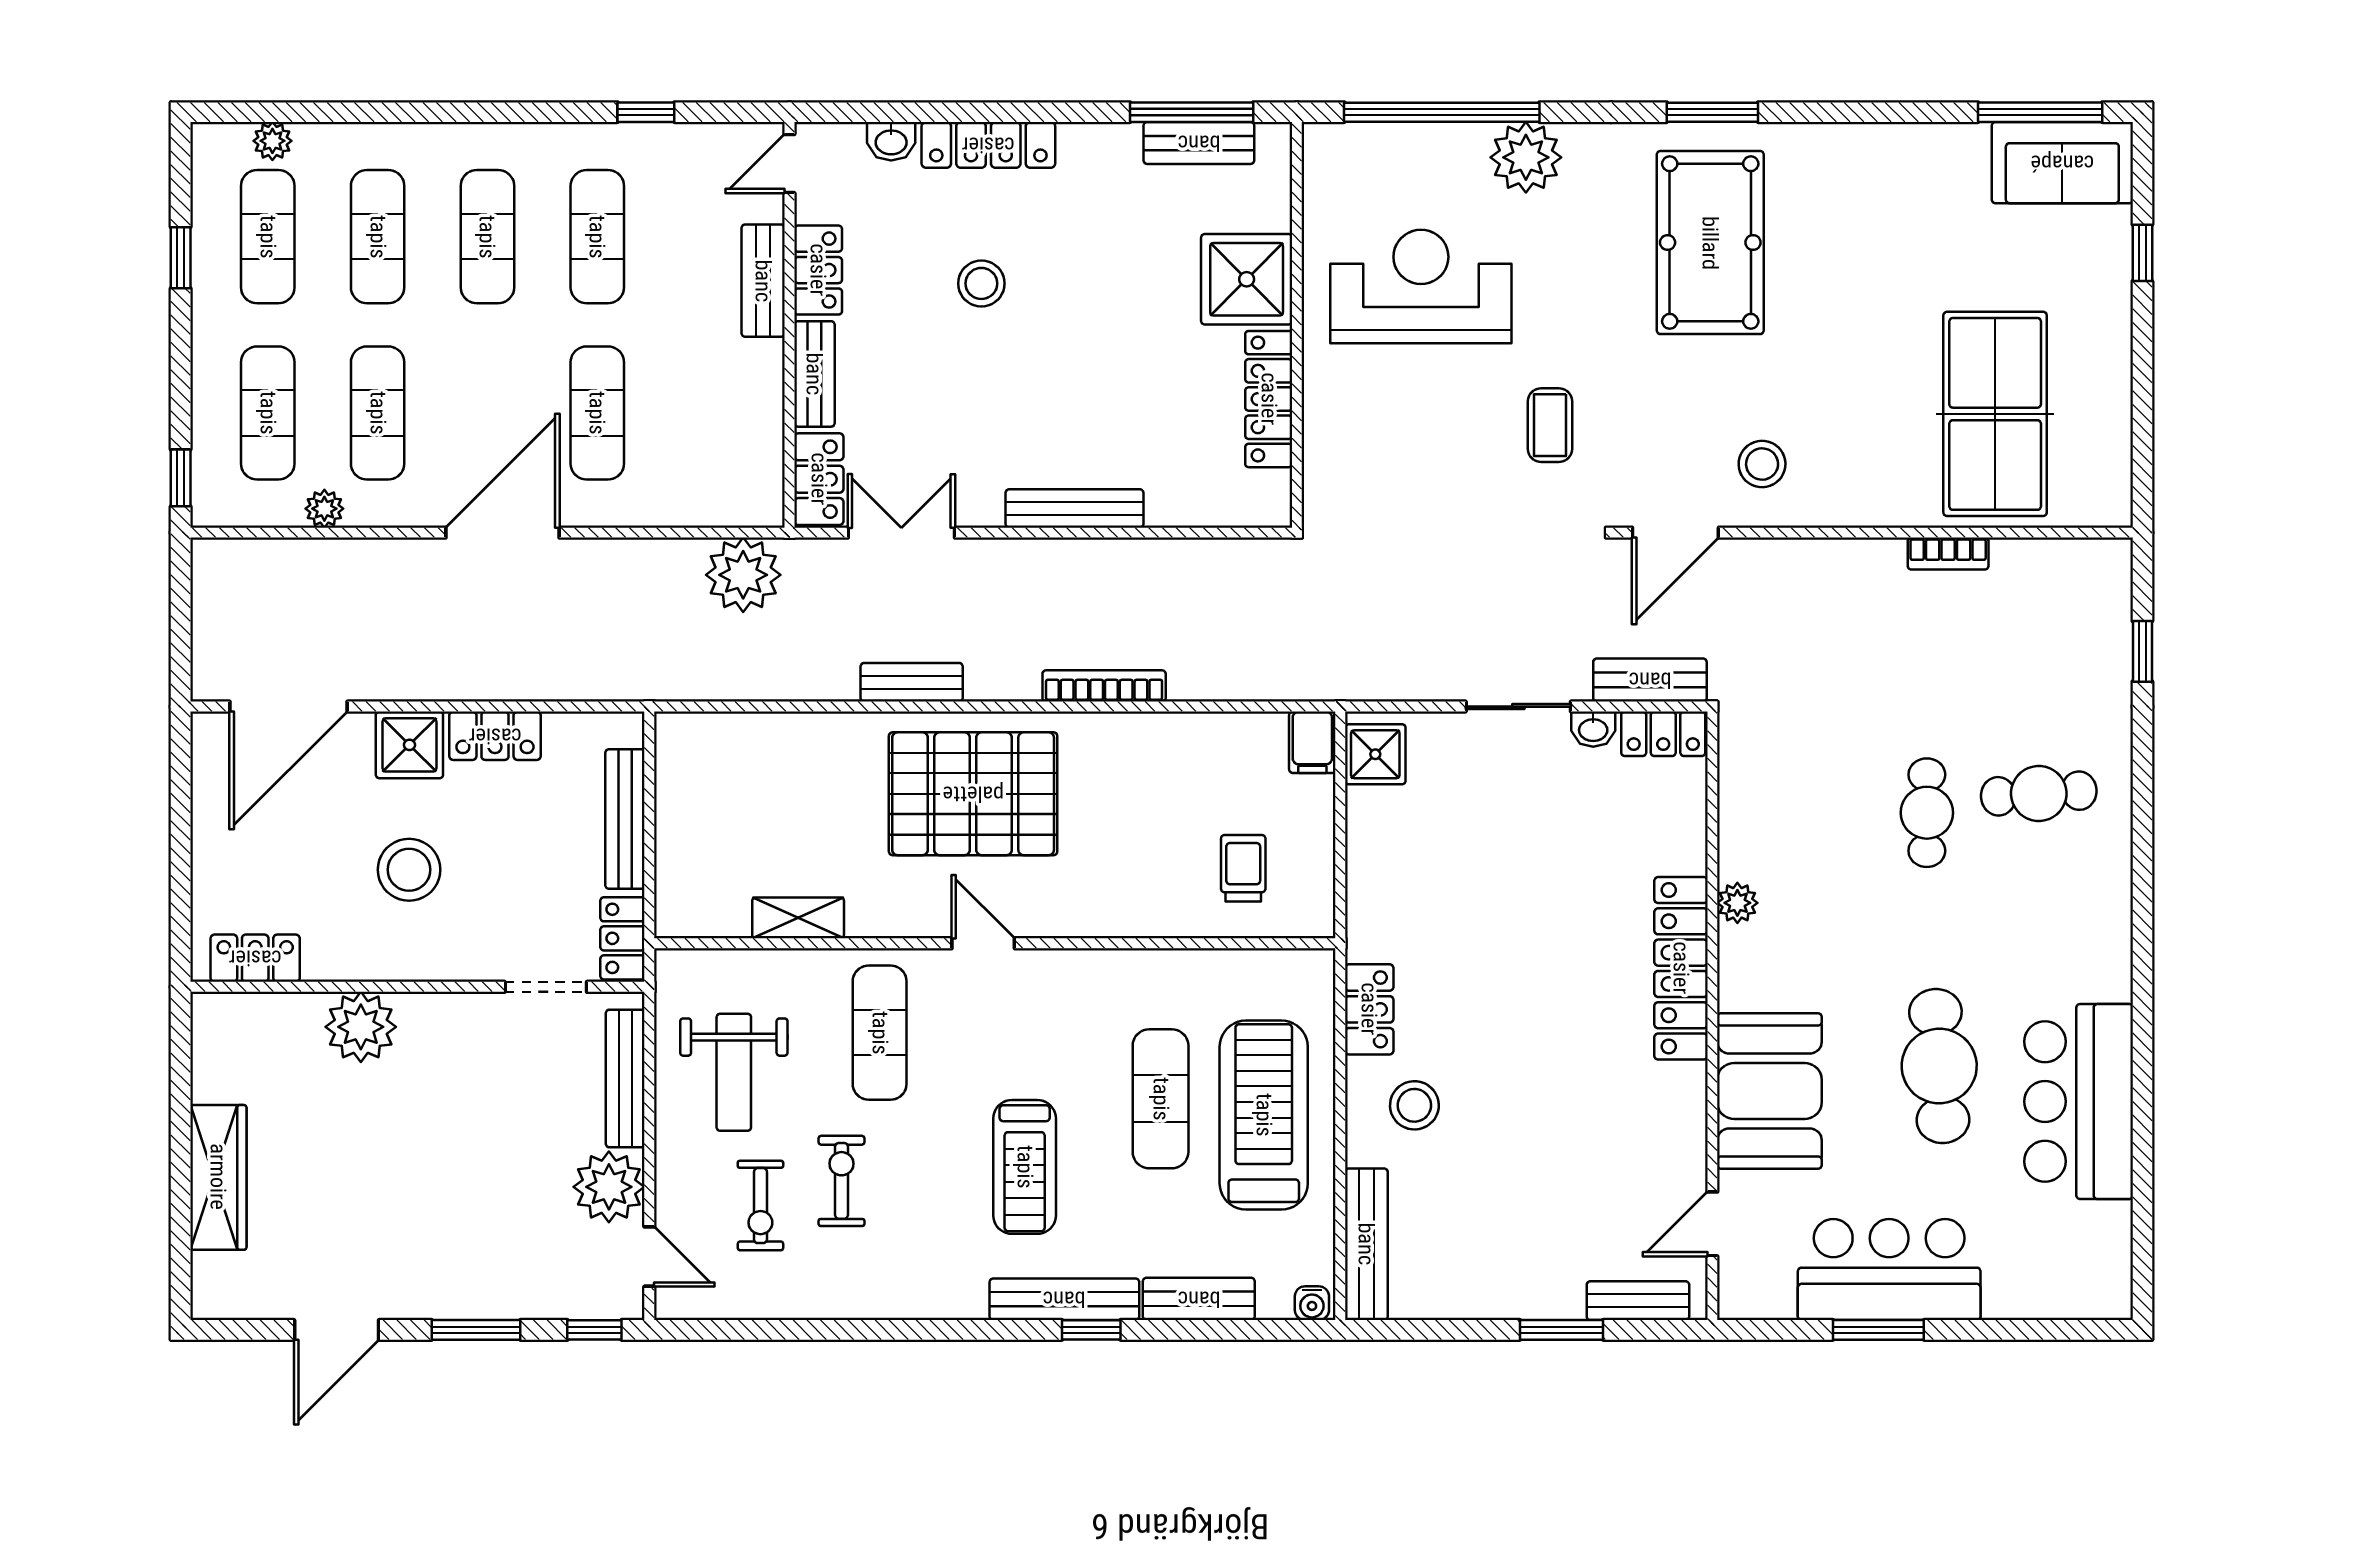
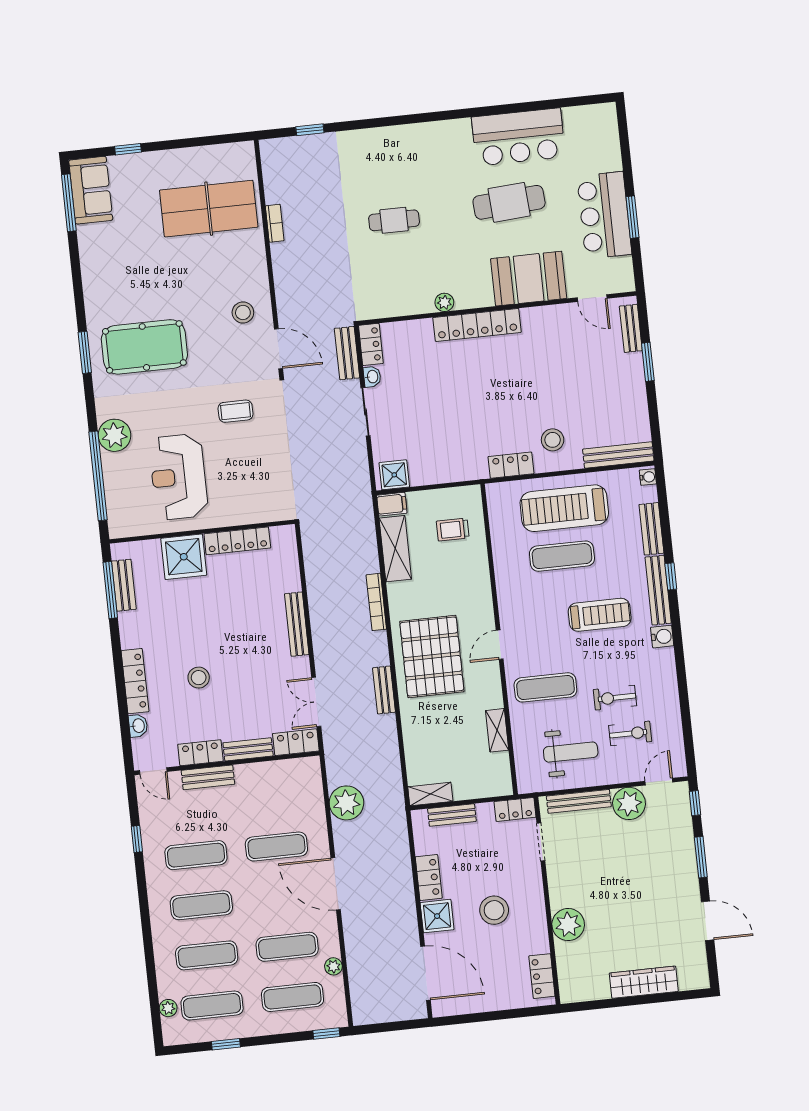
plant: (743, 575) -> (346, 803), moved
shelving: (1215, 739) -> (395, 549), added
shelving: (675, 759) -> (430, 794), added
cafe table: (2039, 793) -> (380, 170), removed
bench: (625, 819) -> (452, 815), width x0.73
water cooler: (963, 1297) -> (662, 637), added

